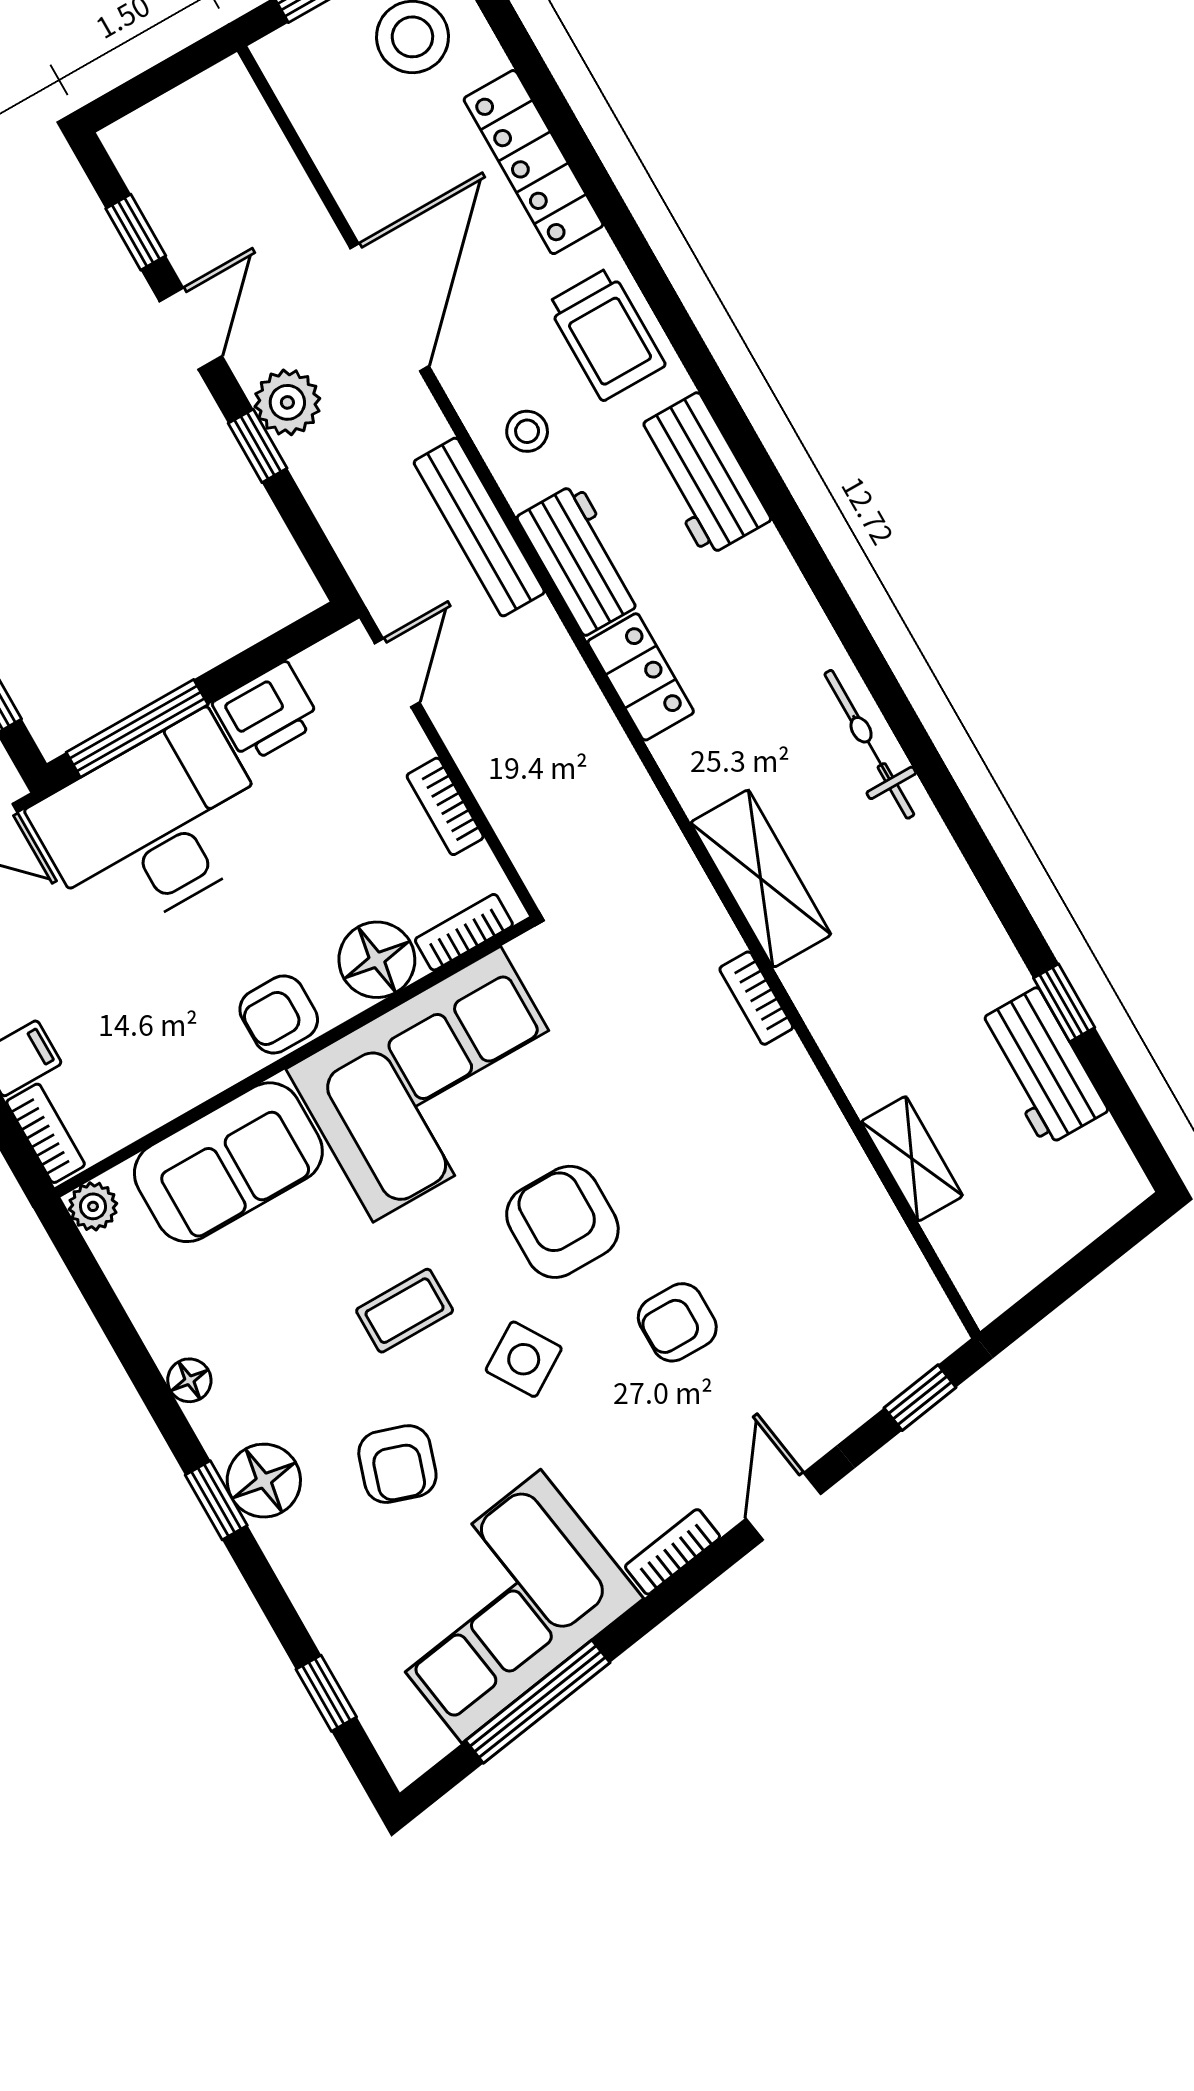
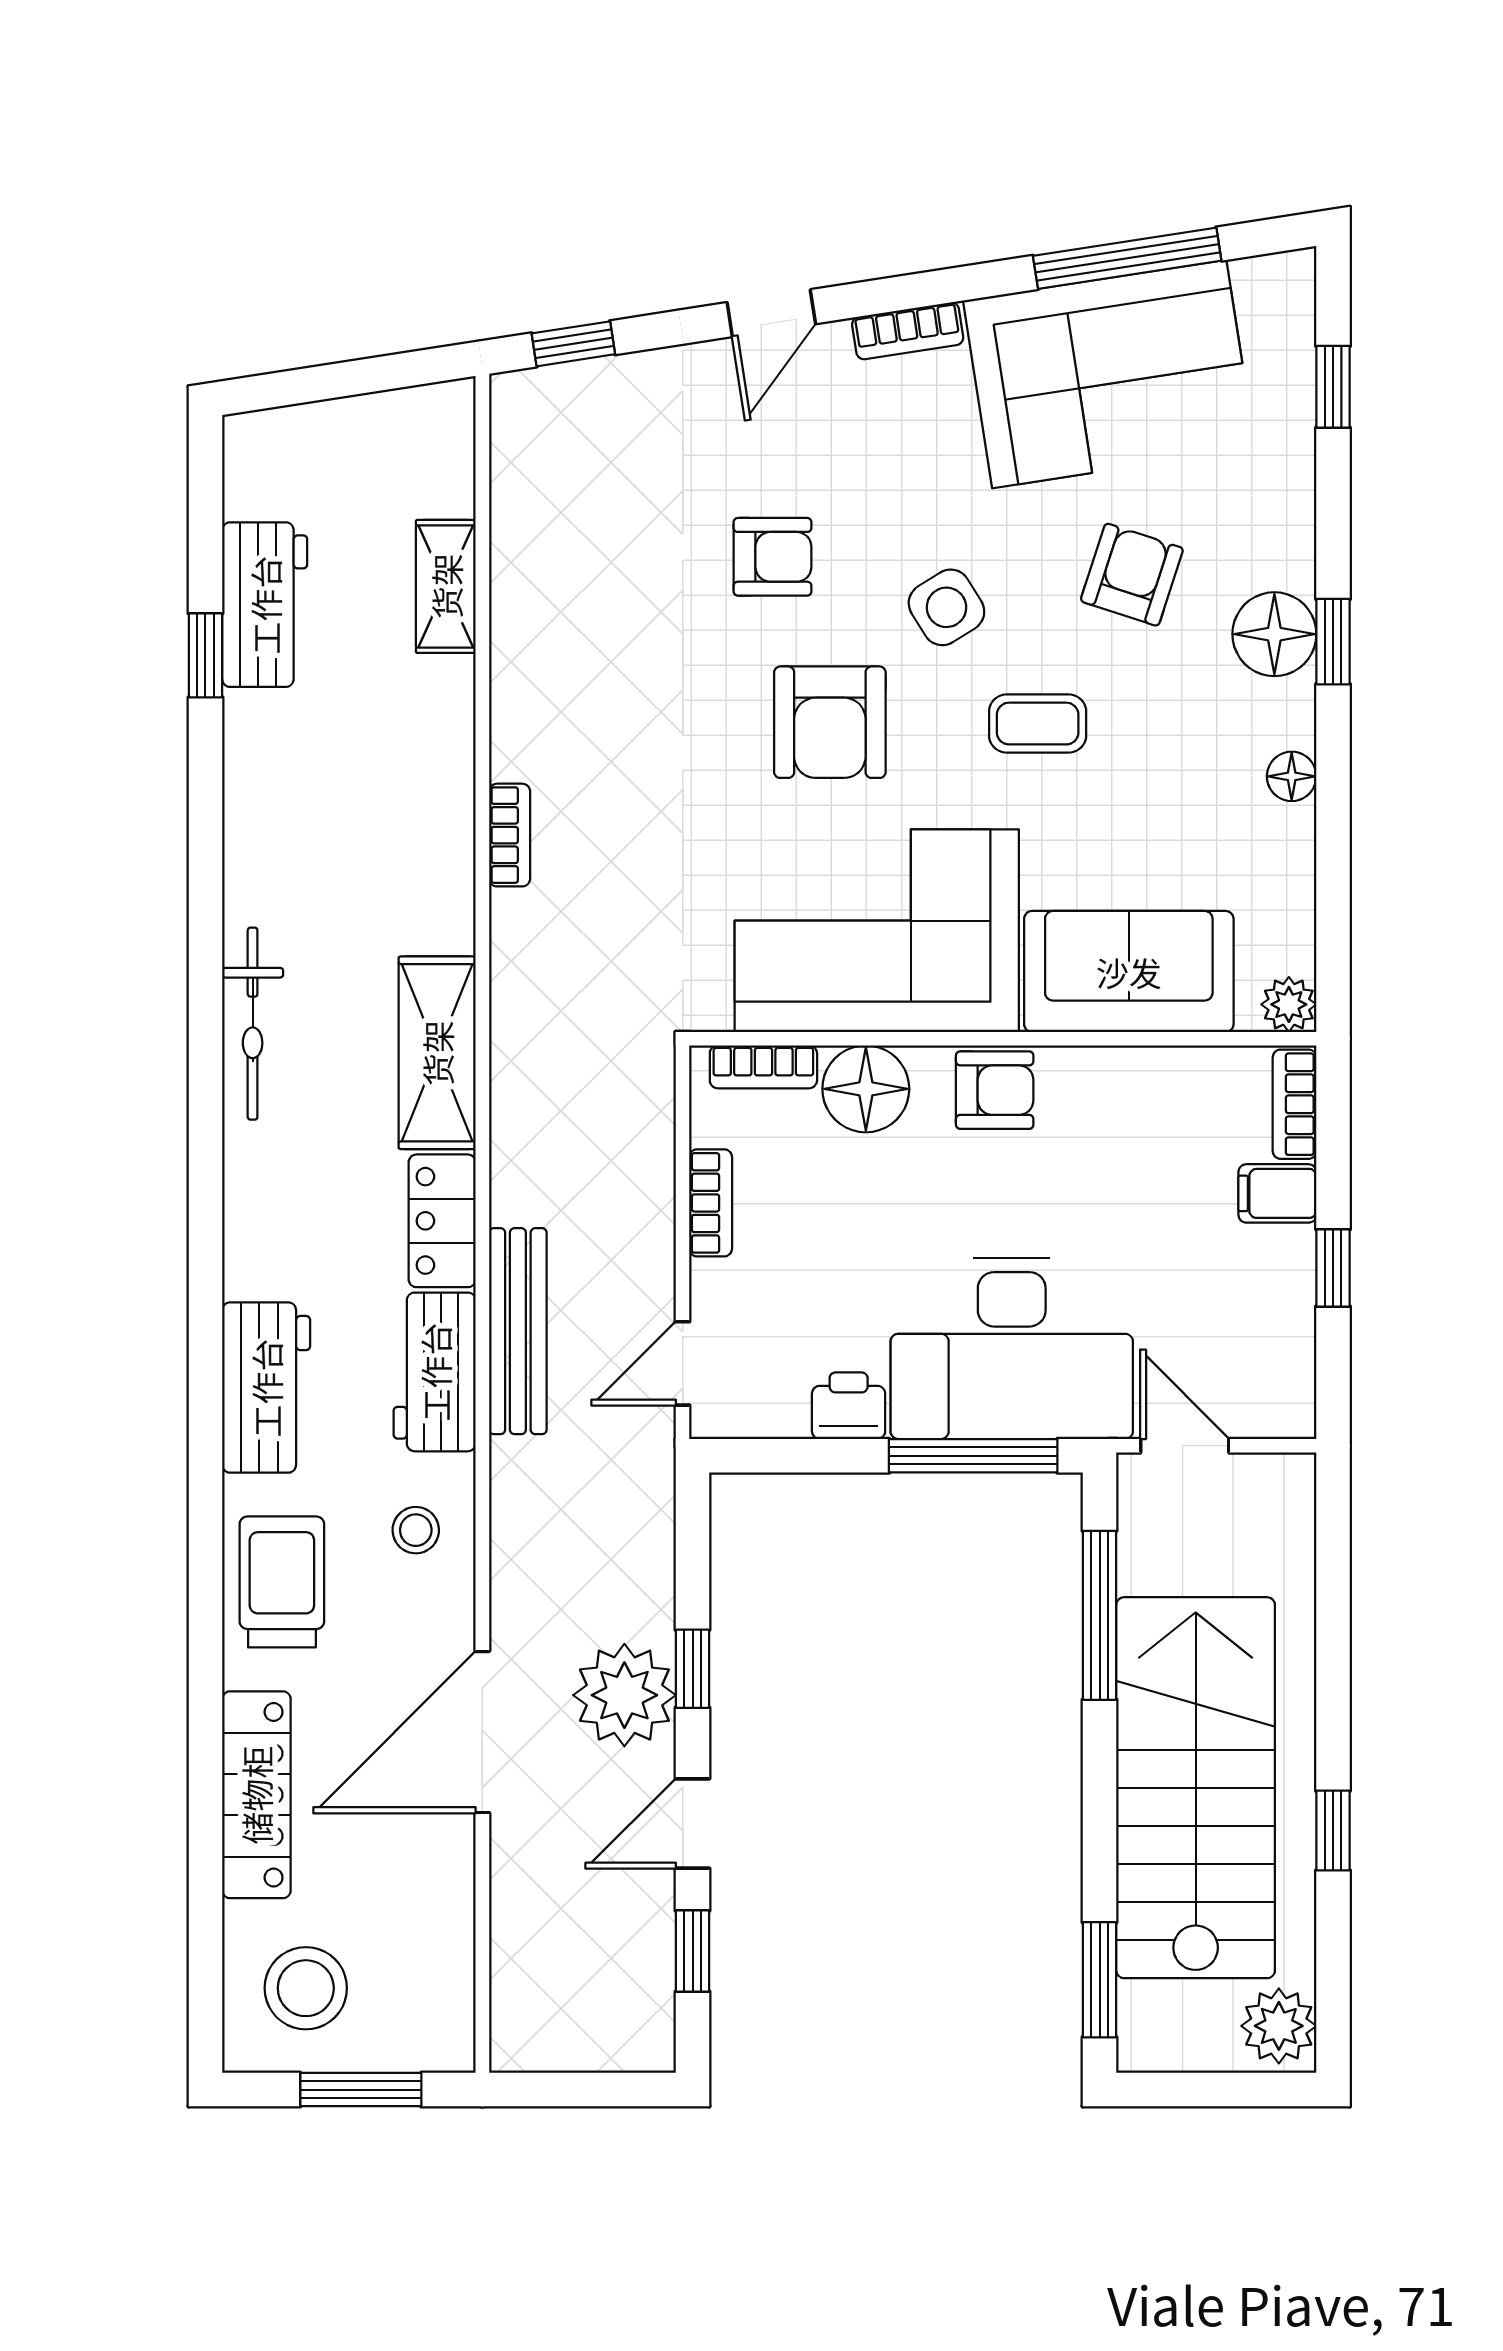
plant: (287, 402) -> (624, 1695), width x1.36, depth x1.36
bench: (479, 527) -> (518, 1331), moved
printer: (267, 713) -> (849, 1406), width x0.73, depth x0.81
shelving: (761, 879) -> (437, 1053), moved

